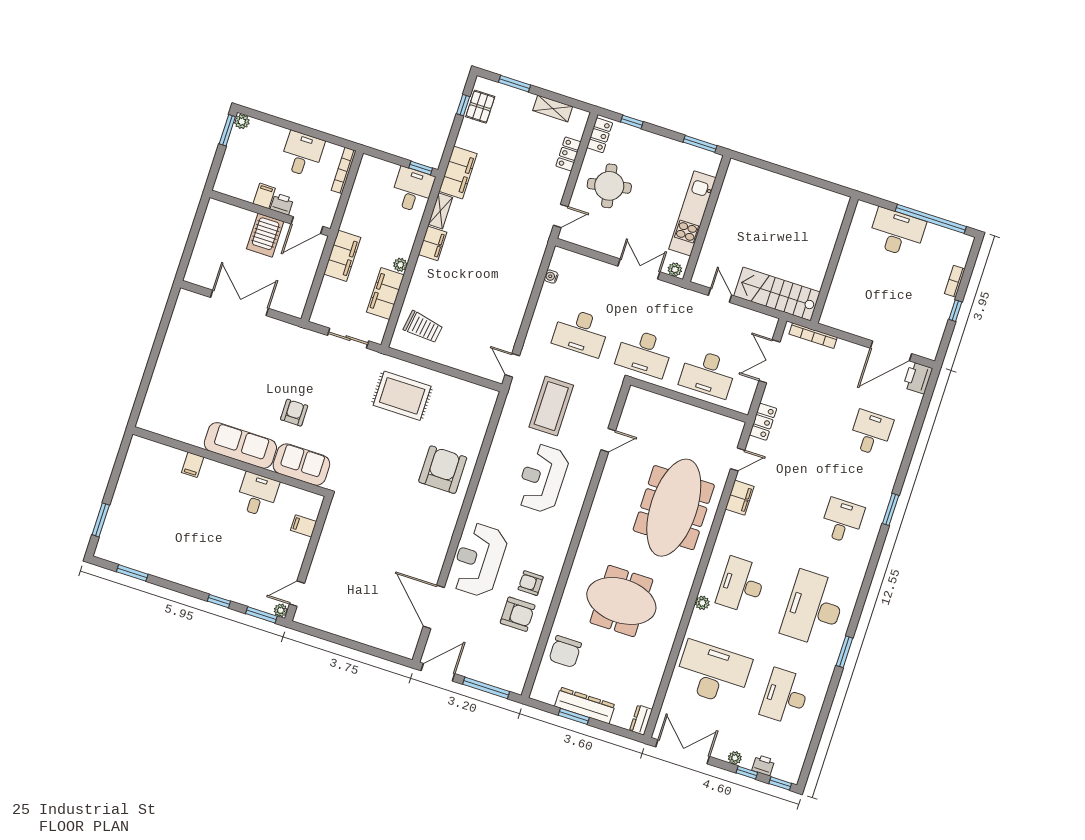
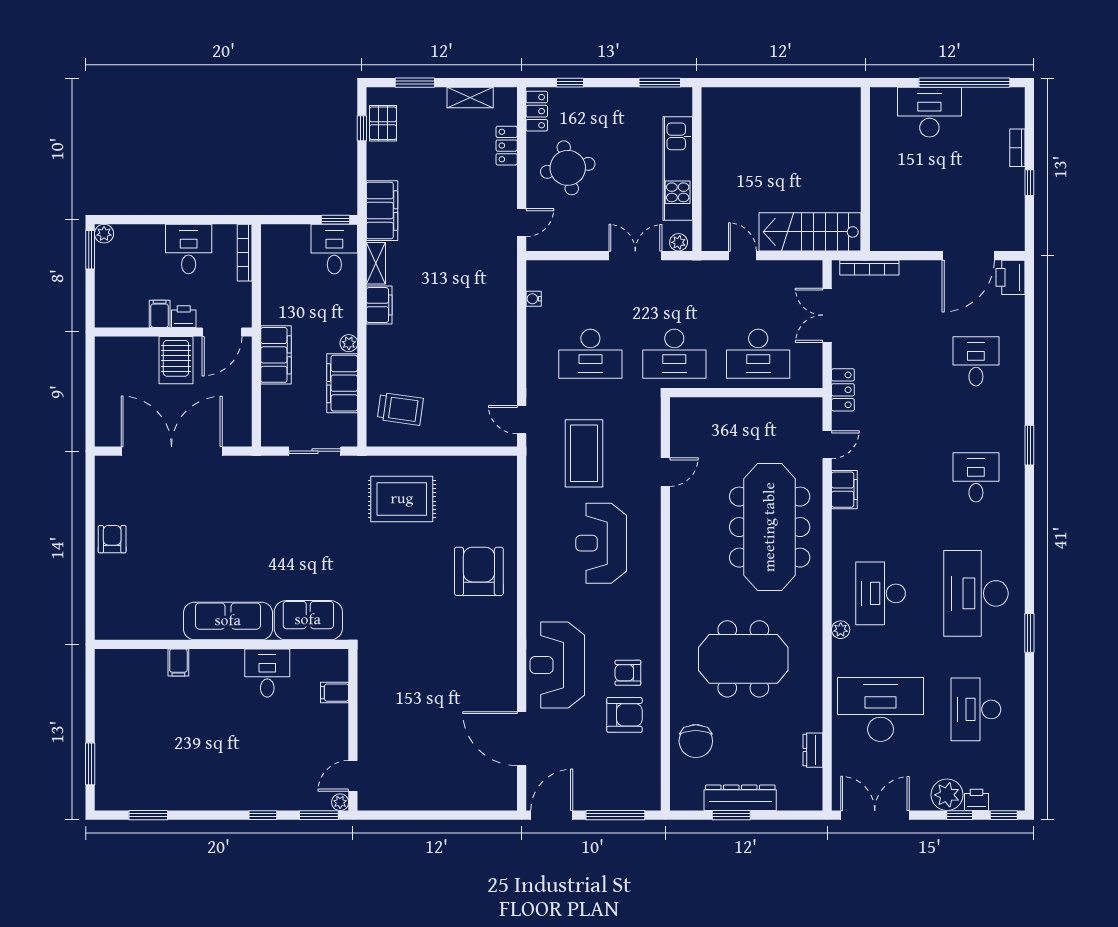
double door: (239, 303) -> (172, 451), width x1.36
armchair: (294, 413) -> (112, 539), moved
dresser: (641, 720) -> (813, 750), moved
plant: (735, 758) -> (947, 795), width x1.88, depth x1.88

